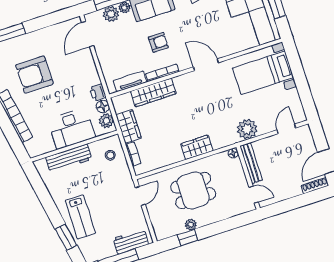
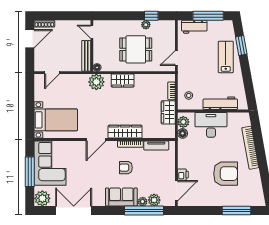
door: (206, 65) -> (96, 139), hinge flipped
wardrobe: (153, 92) -> (125, 132), moved
printer: (98, 93) -> (183, 175), moved
plant: (247, 129) -> (96, 82), moved

